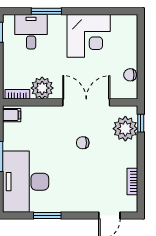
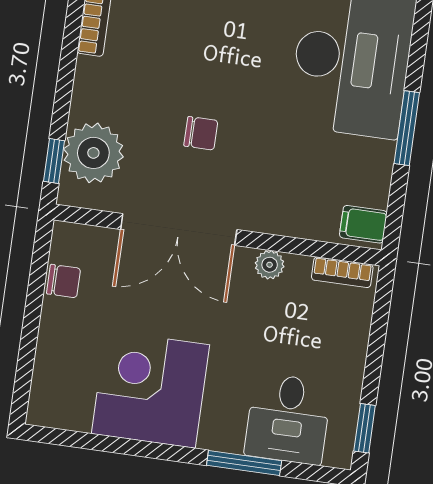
plant: (42, 88) -> (270, 265), width x0.53, depth x0.53

